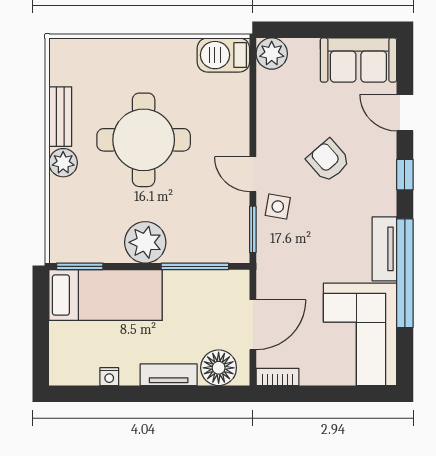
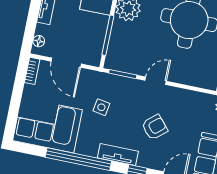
side table: (278, 206) -> (101, 107), moved
tv unit: (384, 249) -> (118, 155), moved
floor lamp: (219, 368) -> (39, 41), width x0.53, depth x0.53

